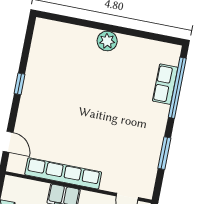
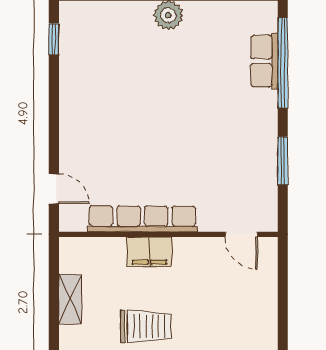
window: (19, 84) -> (54, 39), moved

